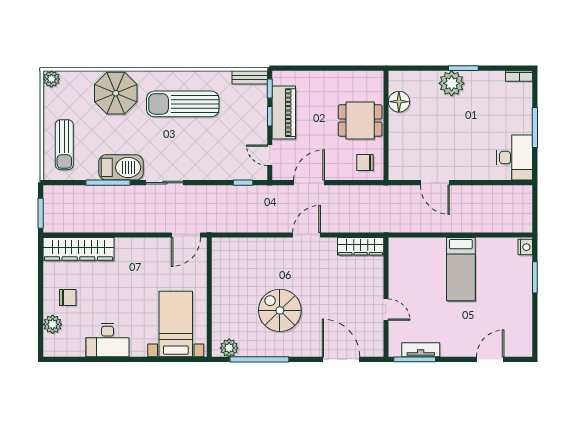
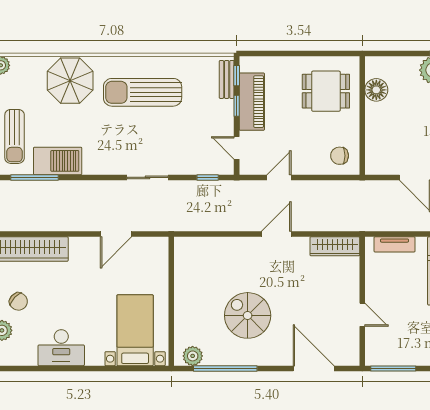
bench: (250, 77) -> (227, 79), moved, turned 90
dining table: (360, 120) -> (326, 91), moved
barbecue: (121, 167) -> (58, 161), moved
window: (108, 183) -> (34, 177), moved
sliding door: (165, 183) -> (148, 177), moved
door: (309, 183) -> (279, 177), width x0.73
door: (186, 235) -> (116, 234), moved
chair: (68, 297) -> (18, 301), turned 43
tv unit: (421, 350) -> (395, 244), moved, turned 180

